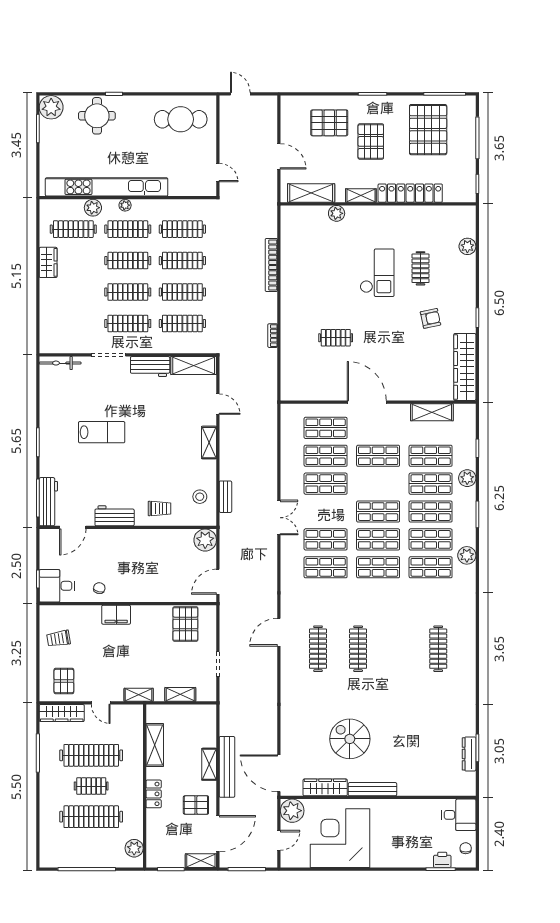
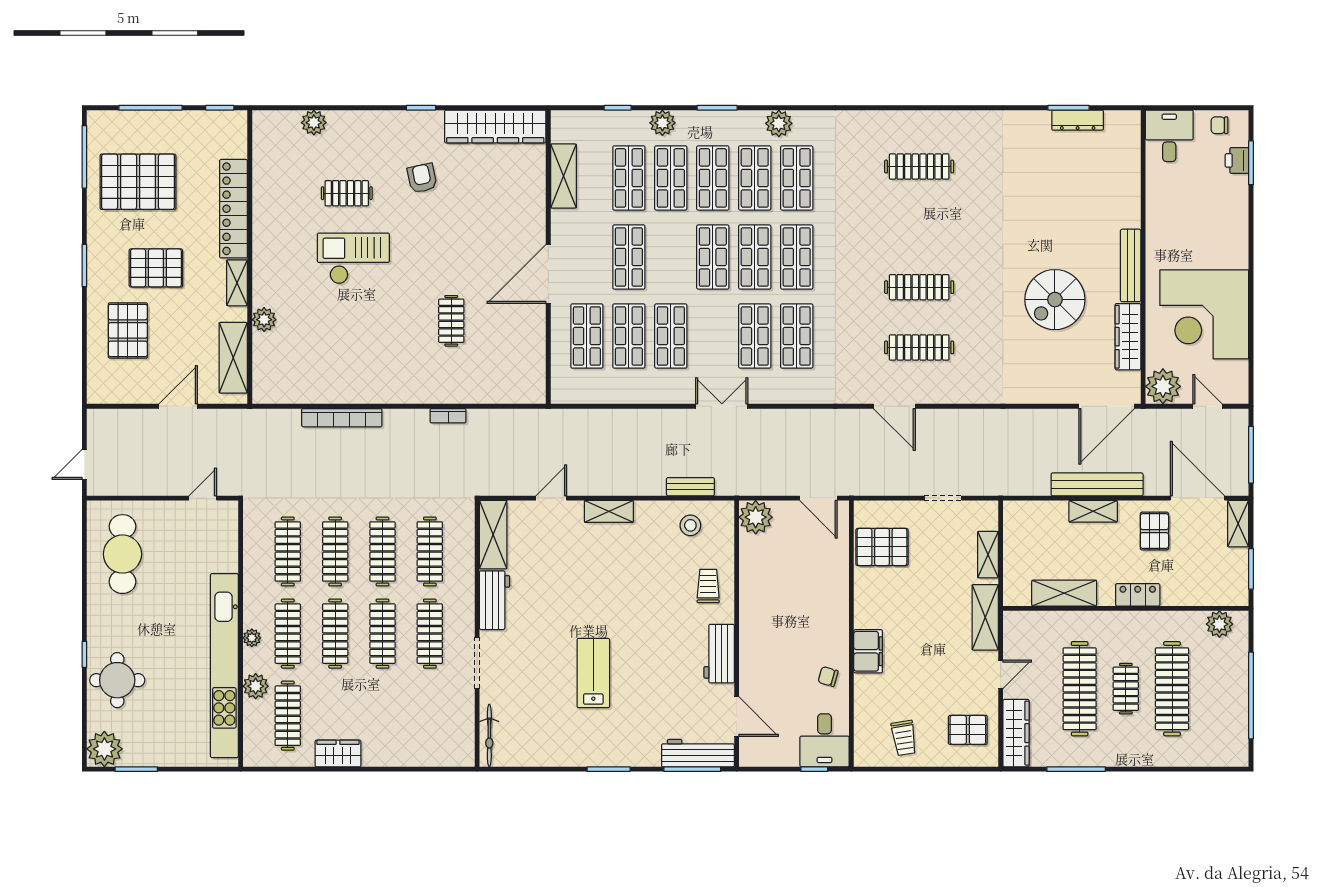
shelving: (139, 695) -> (985, 617), width x1.50, depth x1.33

